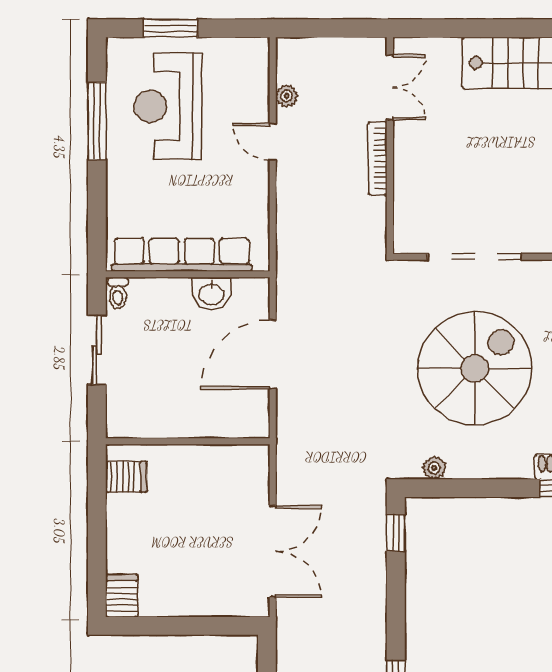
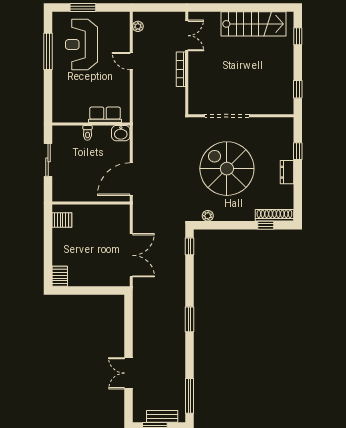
plant: (287, 96) -> (138, 26), moved
row of seats: (182, 255) -> (105, 115), width x0.50
toilet: (118, 293) -> (87, 133), moved
washbasin: (211, 294) -> (121, 133), moved
door: (273, 355) -> (131, 179), moved
spiral stairs: (475, 368) -> (227, 169), turned -90

